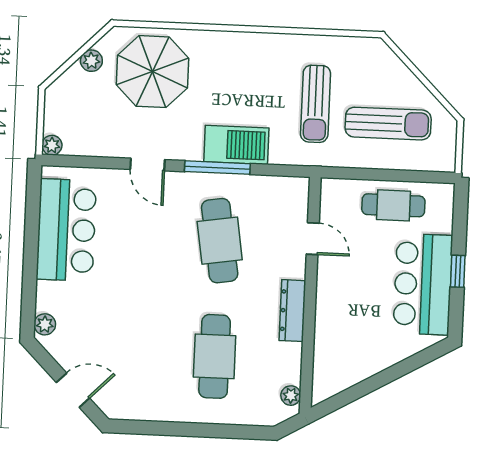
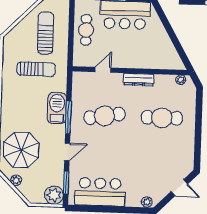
plant: (52, 145) -> (54, 195), width x1.88, depth x1.88
window: (86, 162) -> (66, 183), added
door: (73, 390) -> (179, 188), swing flipped

